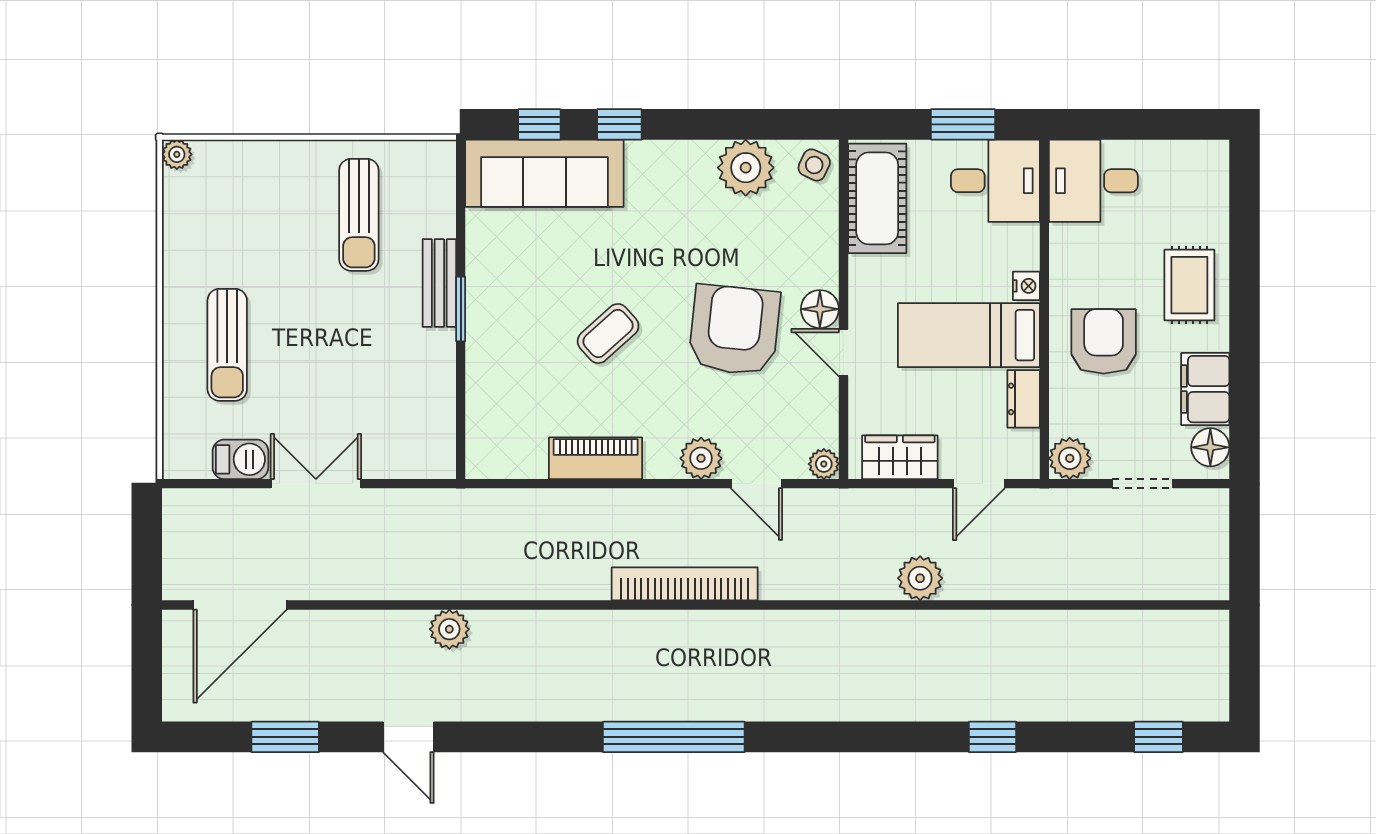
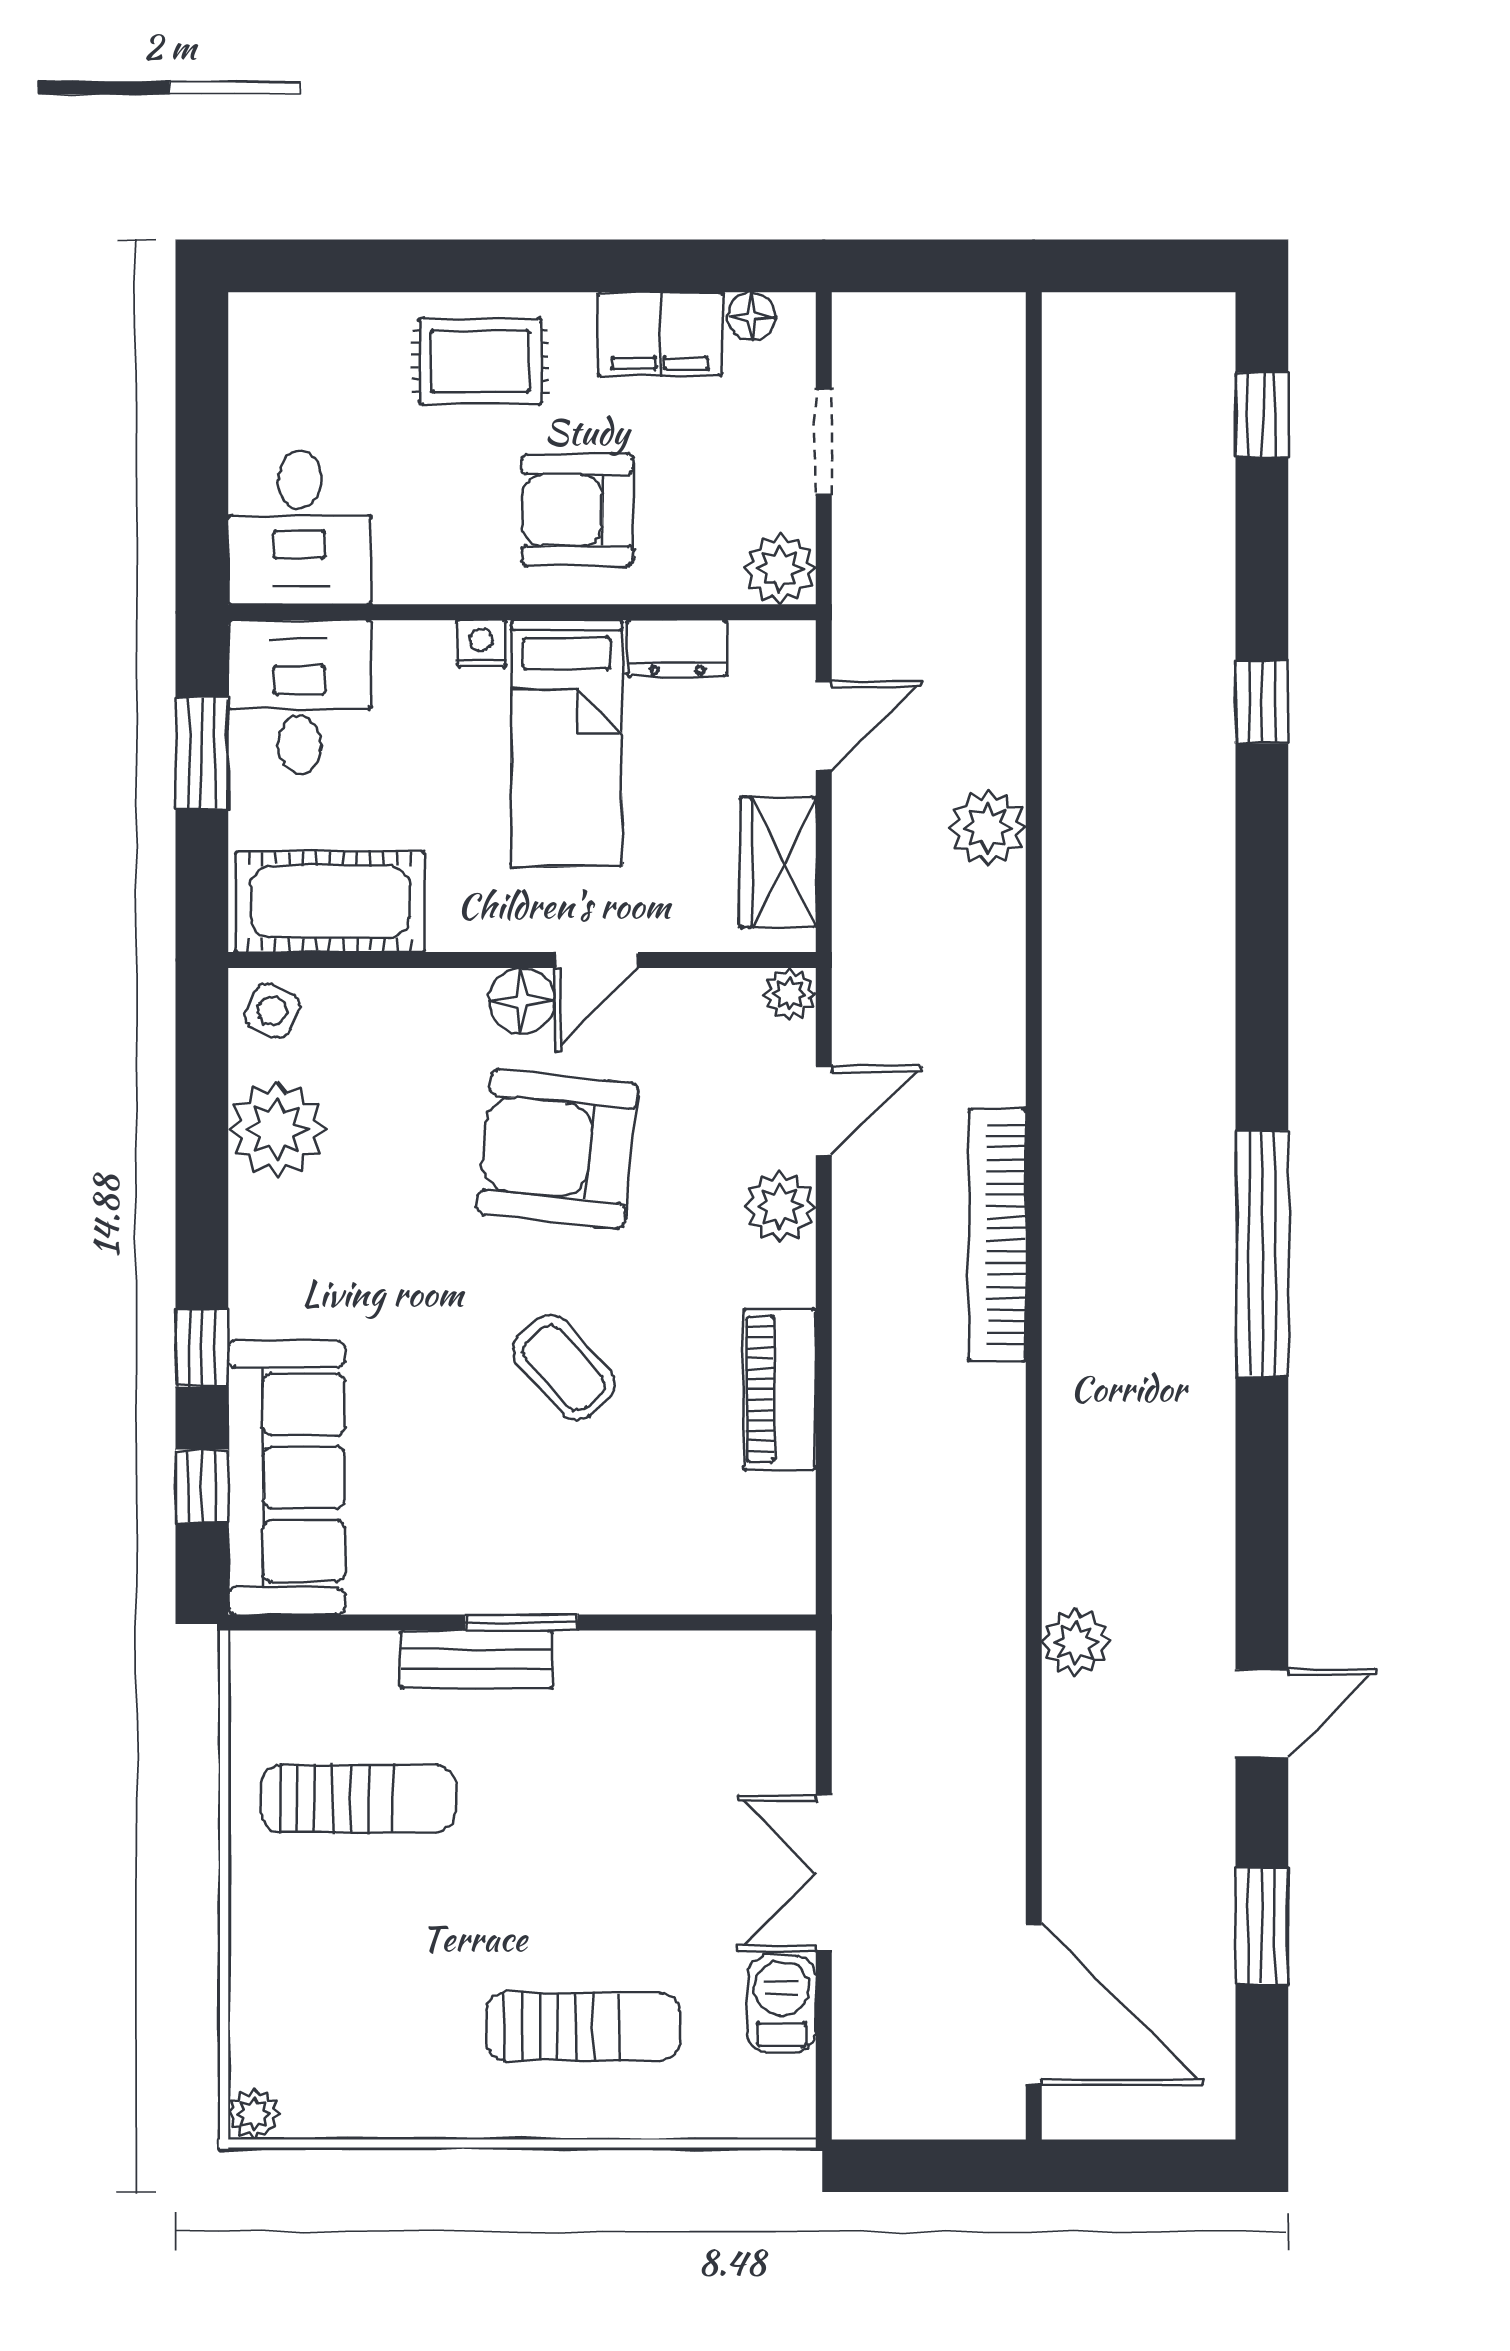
floor lamp: (1210, 447) -> (752, 316), width x0.73, depth x0.73
door: (979, 484) -> (824, 726), hinge flipped

